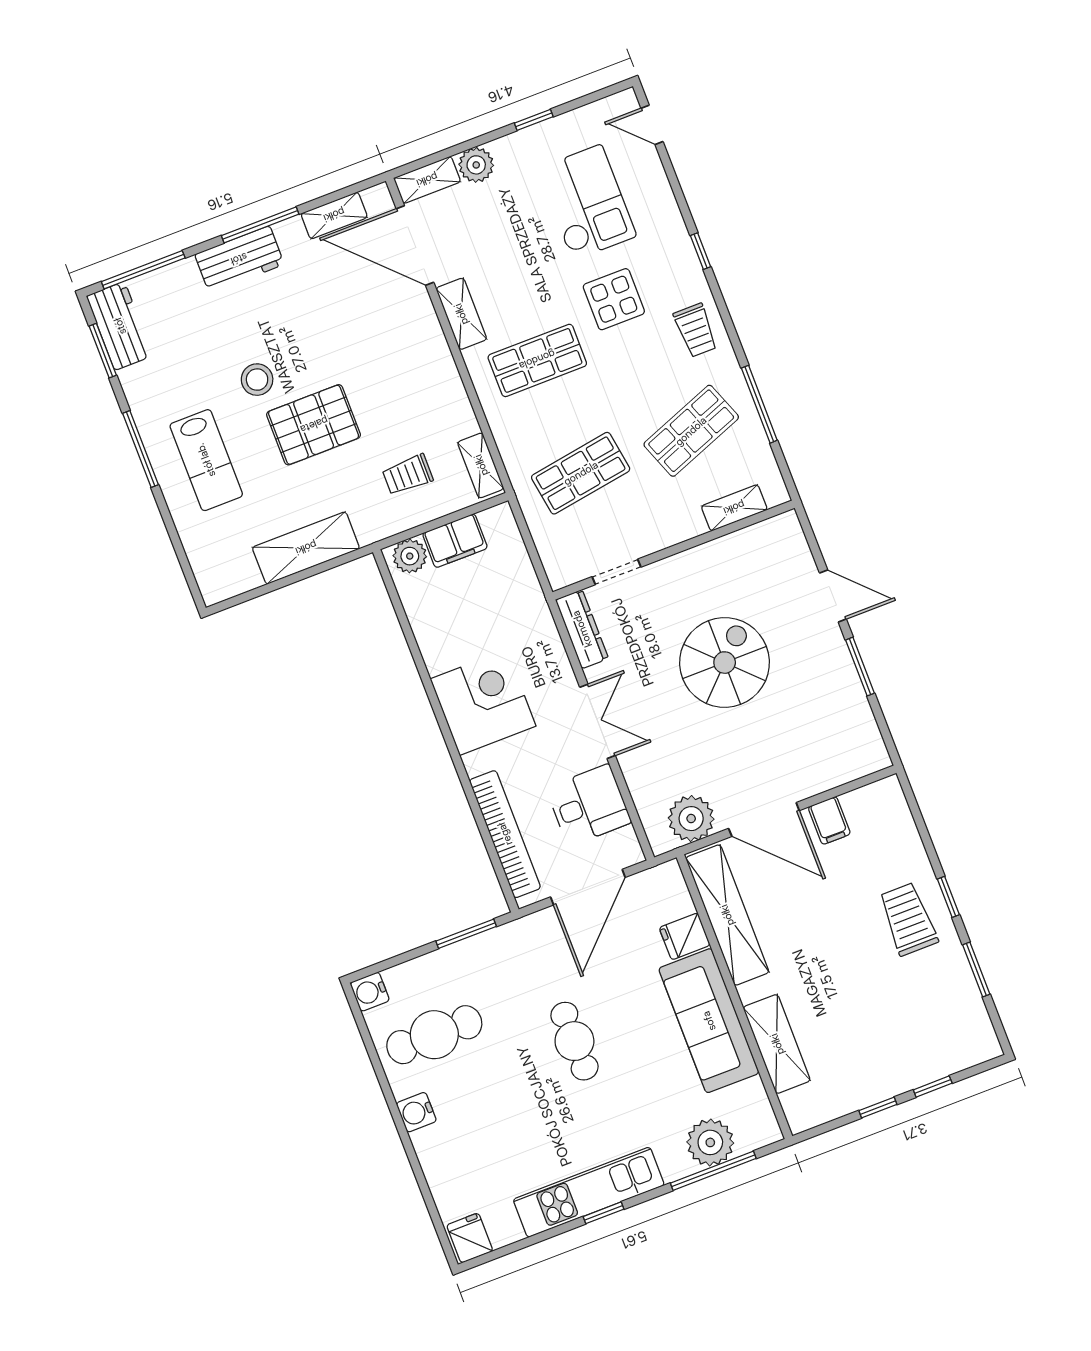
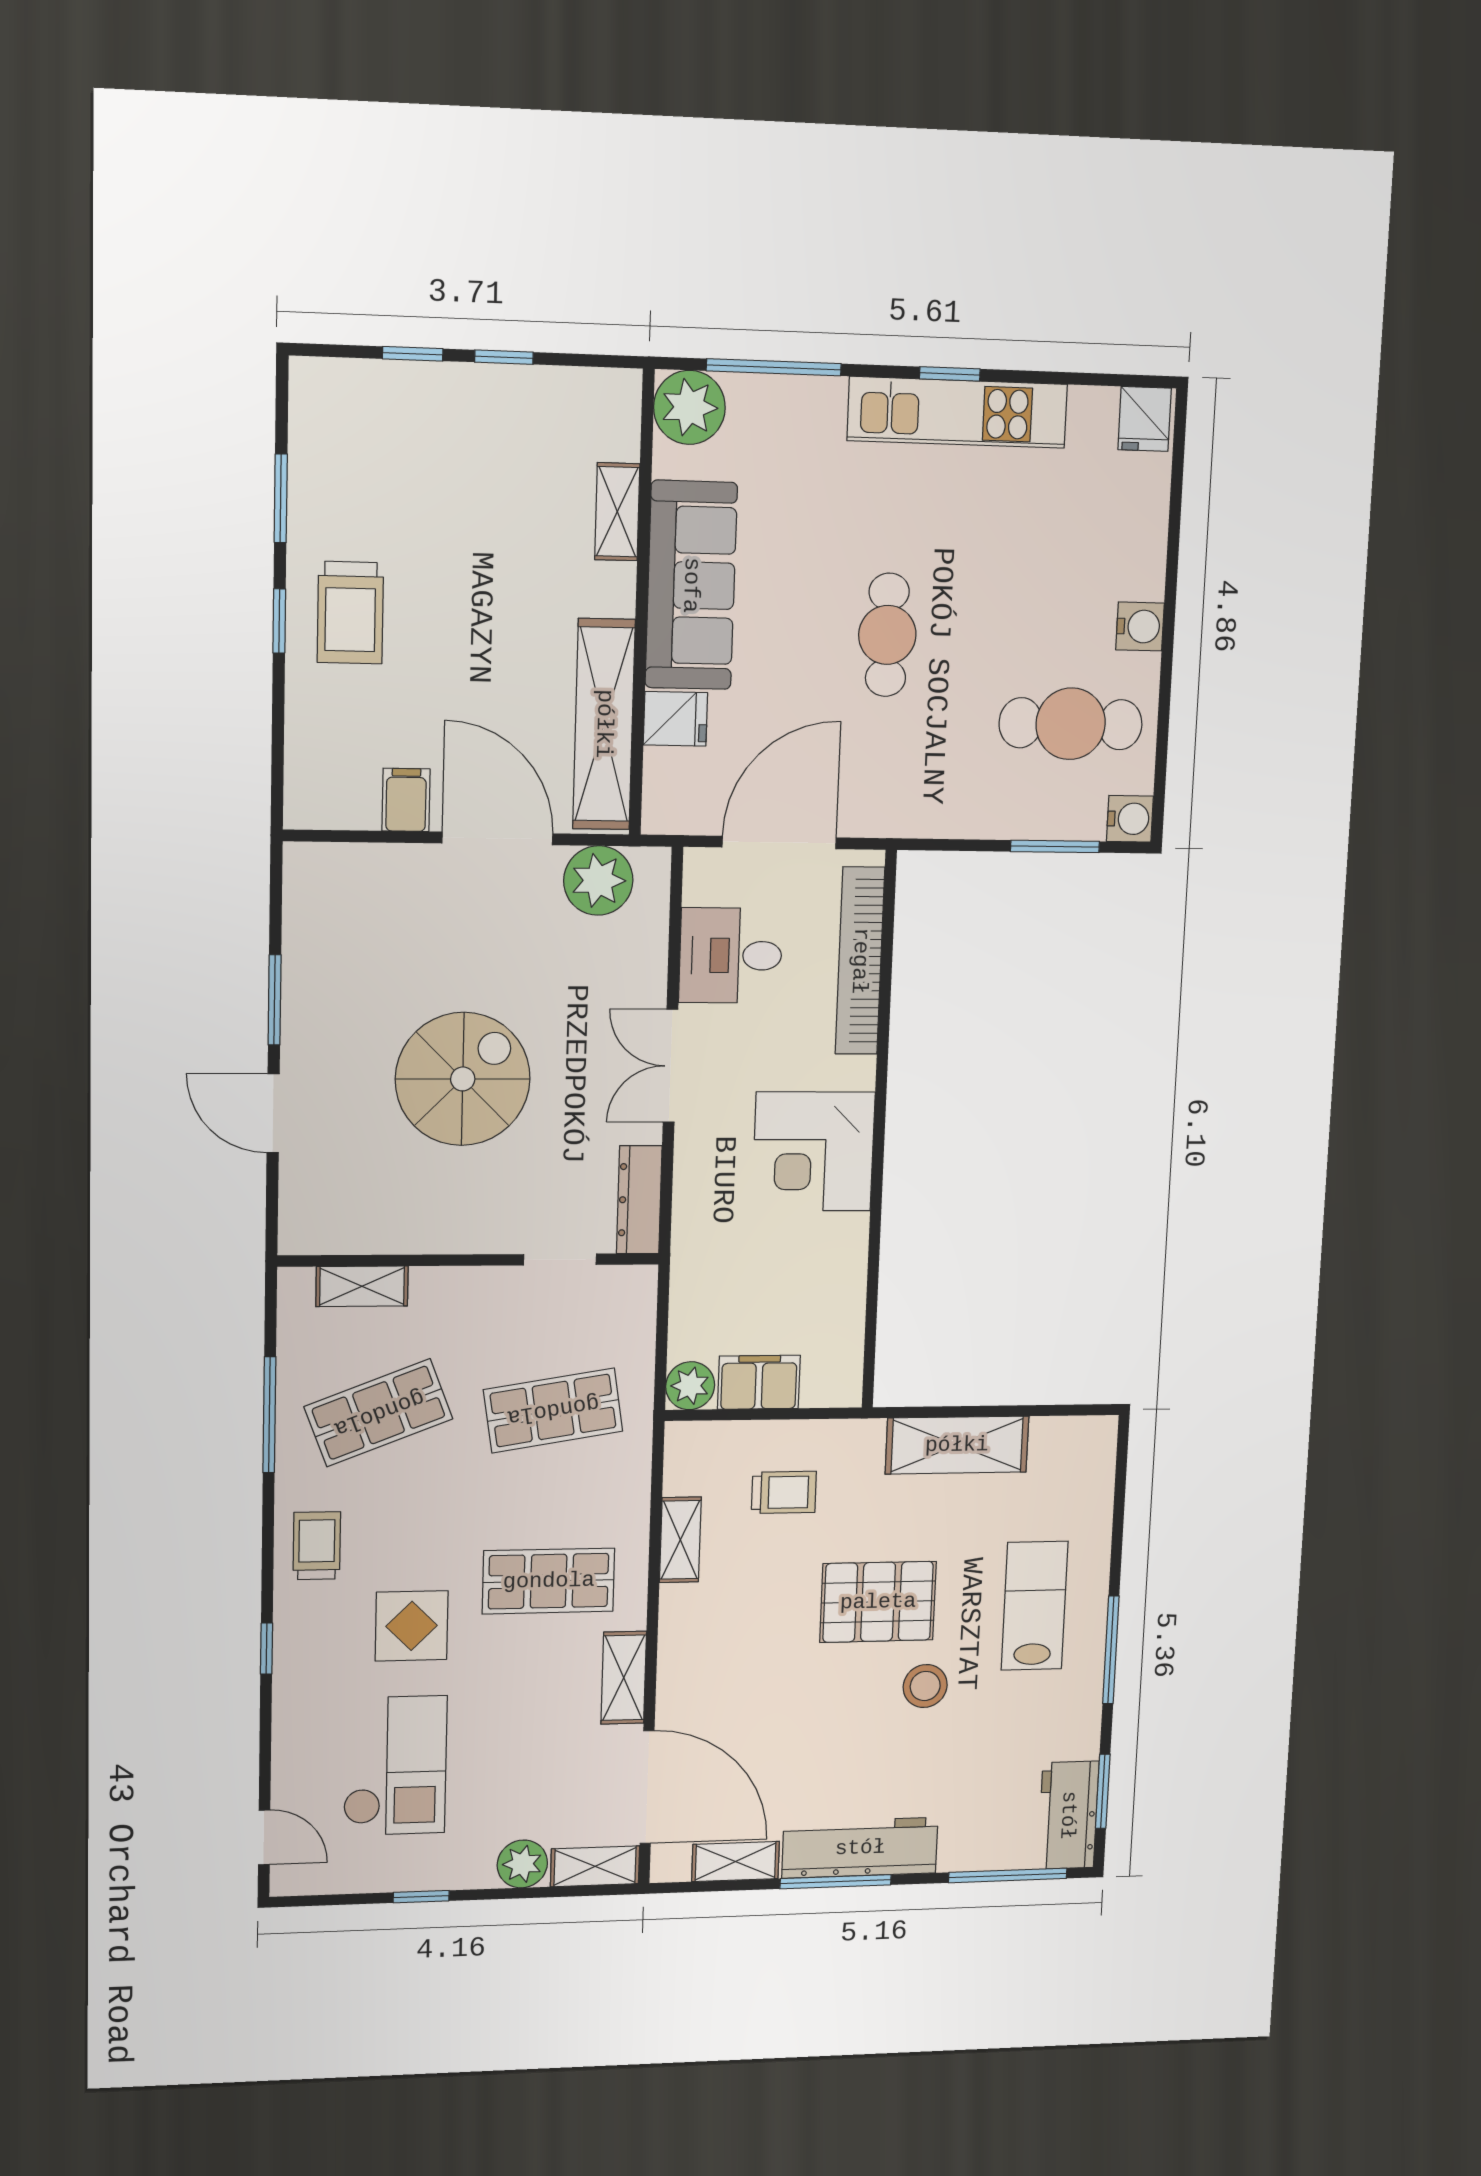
checkout: (587, 202) -> (395, 1766), turned 180
workbench: (239, 259) -> (860, 1848), width x1.38
shelving: (481, 465) -> (680, 1540), moved
plant: (410, 556) -> (690, 1386), moved
spiral stairs: (725, 663) -> (463, 1079), turned 180
window: (466, 934) -> (1055, 846), moved
shelving: (777, 1044) -> (617, 512), width x0.67, depth x0.75
plant: (710, 1142) -> (689, 407), moved

